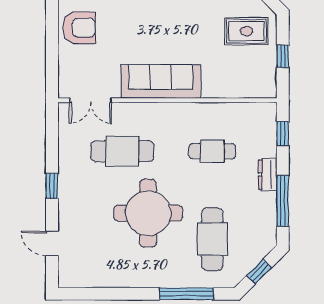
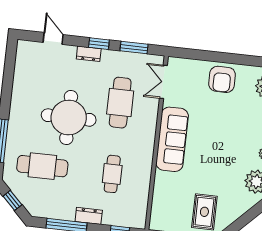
window: (52, 142) -> (134, 48), added
dresser: (66, 197) -> (89, 54), added
door: (52, 243) -> (53, 38), hinge flipped

